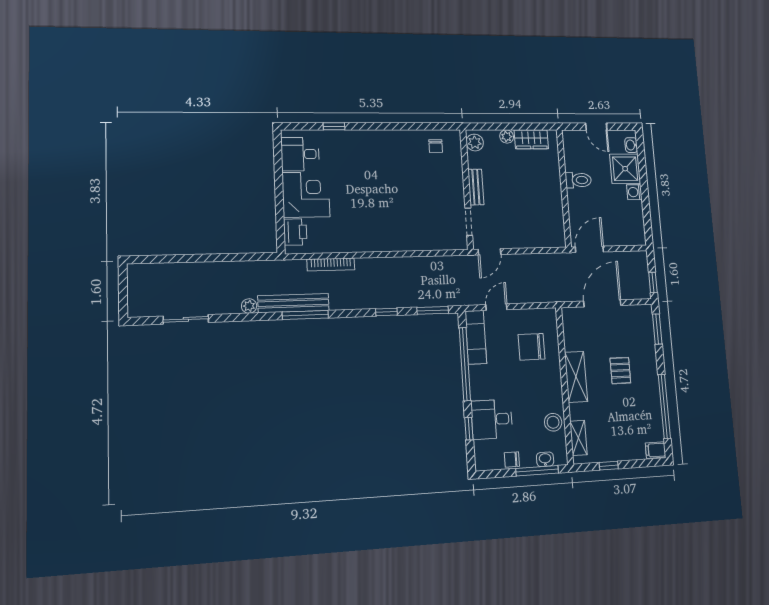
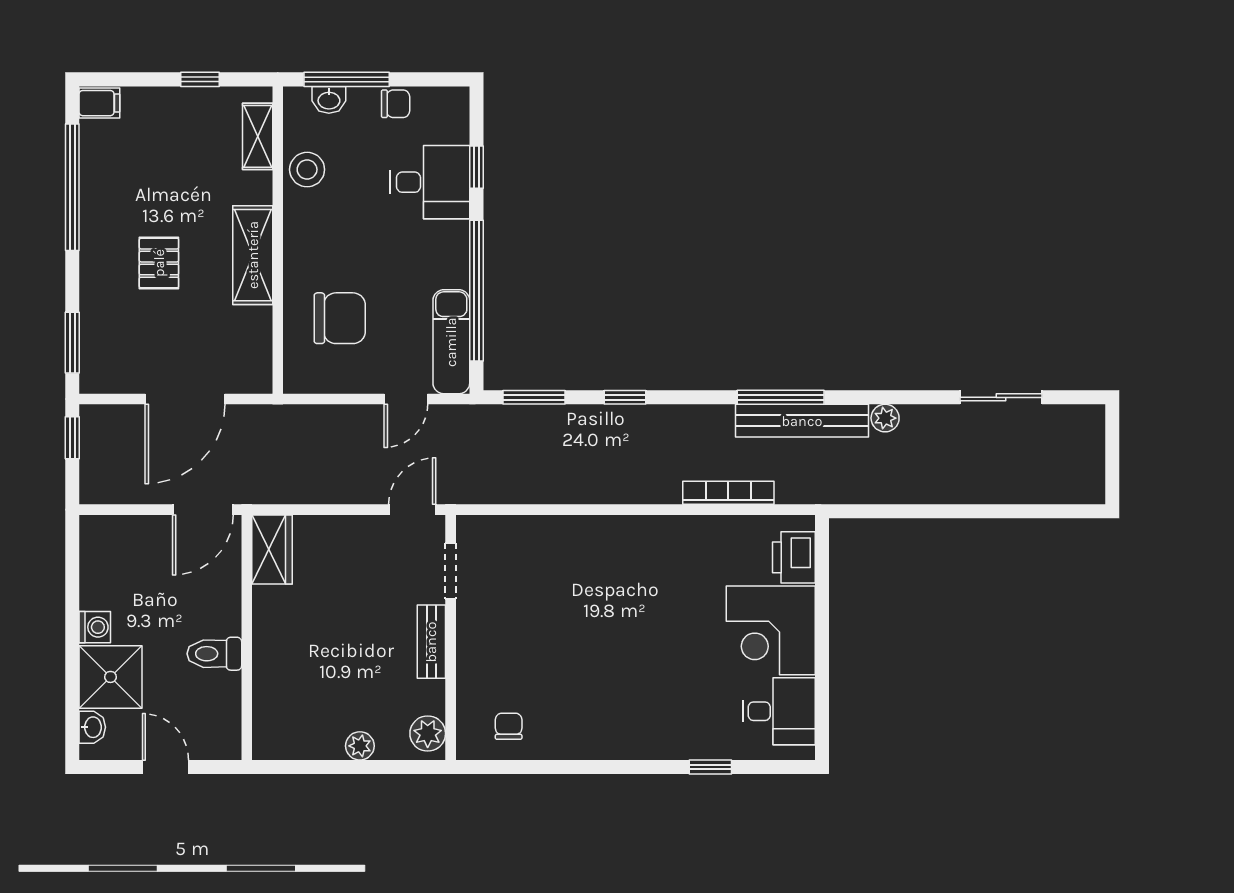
wardrobe: (531, 139) -> (272, 549), moved, turned 90

